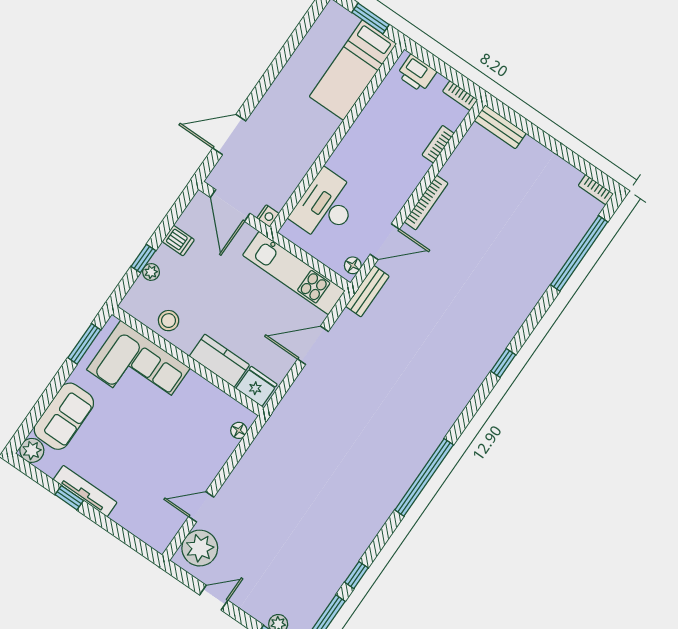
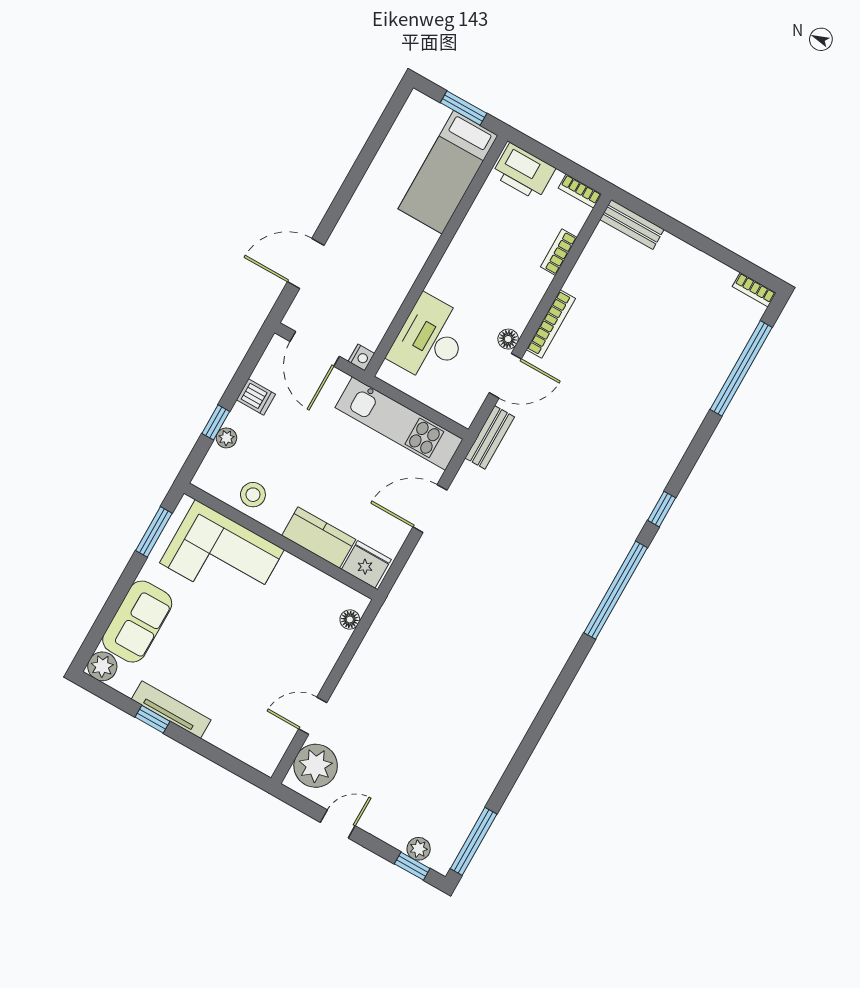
printer: (417, 73) -> (524, 172), width x1.37, depth x1.19
floor lamp: (353, 265) -> (508, 339), moved
window: (424, 477) -> (616, 590), moved
window: (356, 575) -> (508, 781), removed

